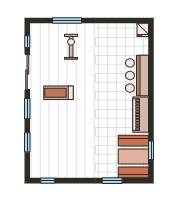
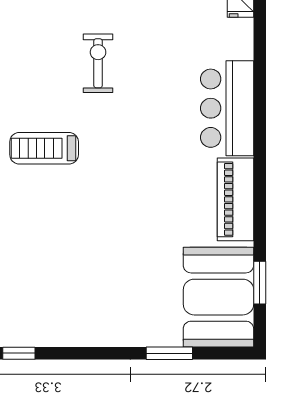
exercise bike: (71, 47) -> (98, 63), moved

